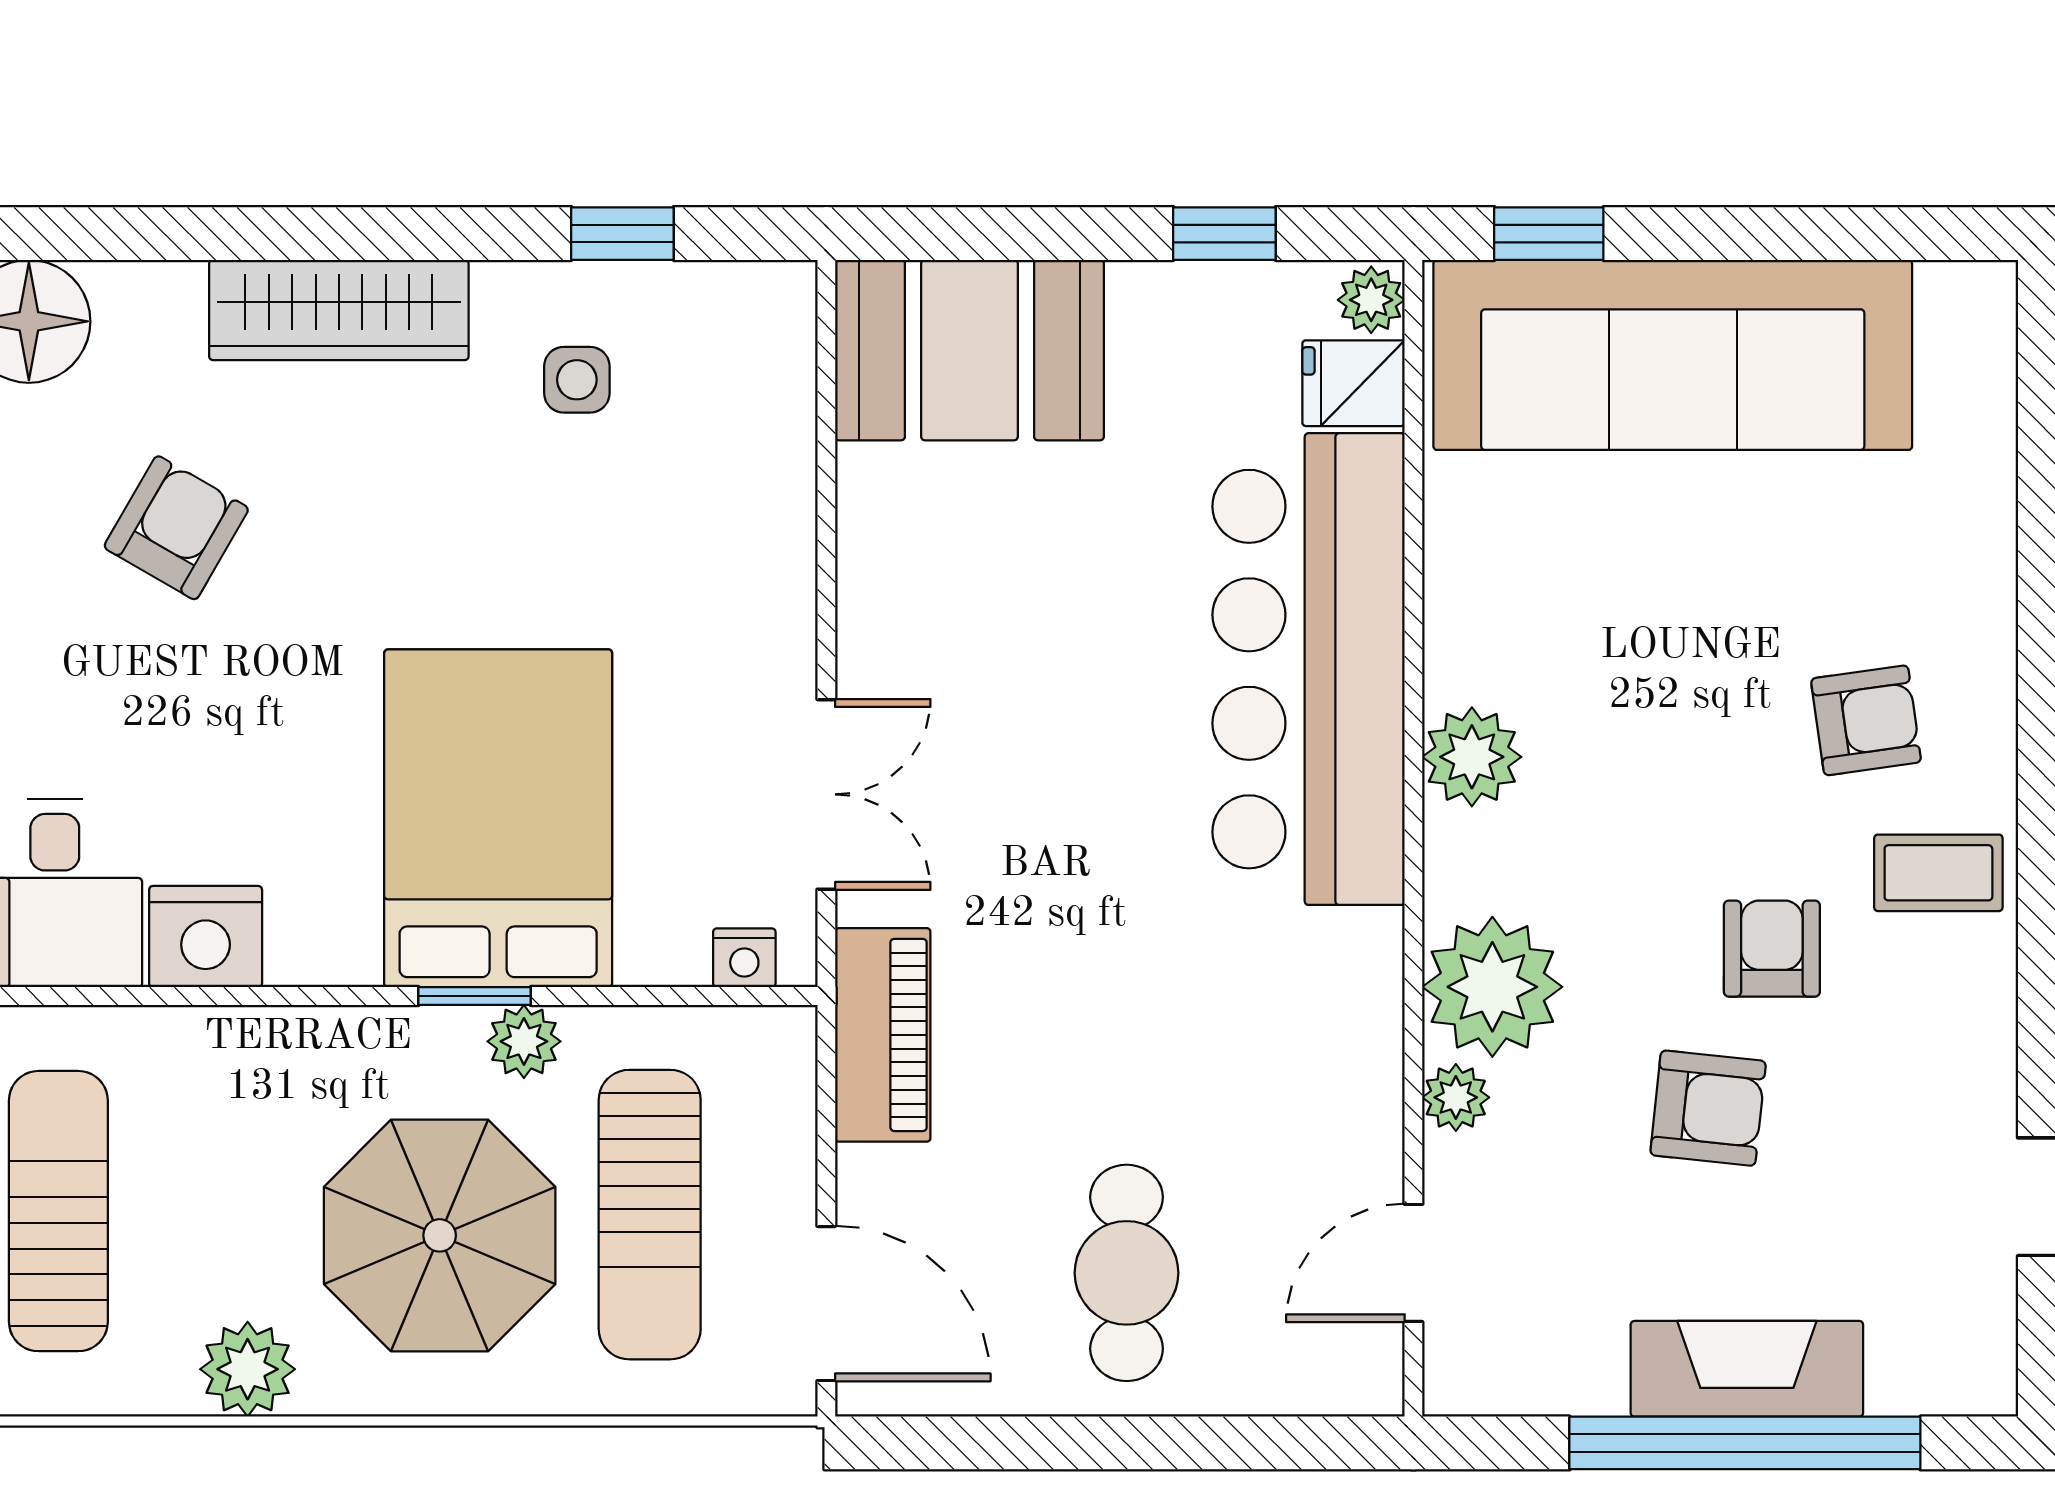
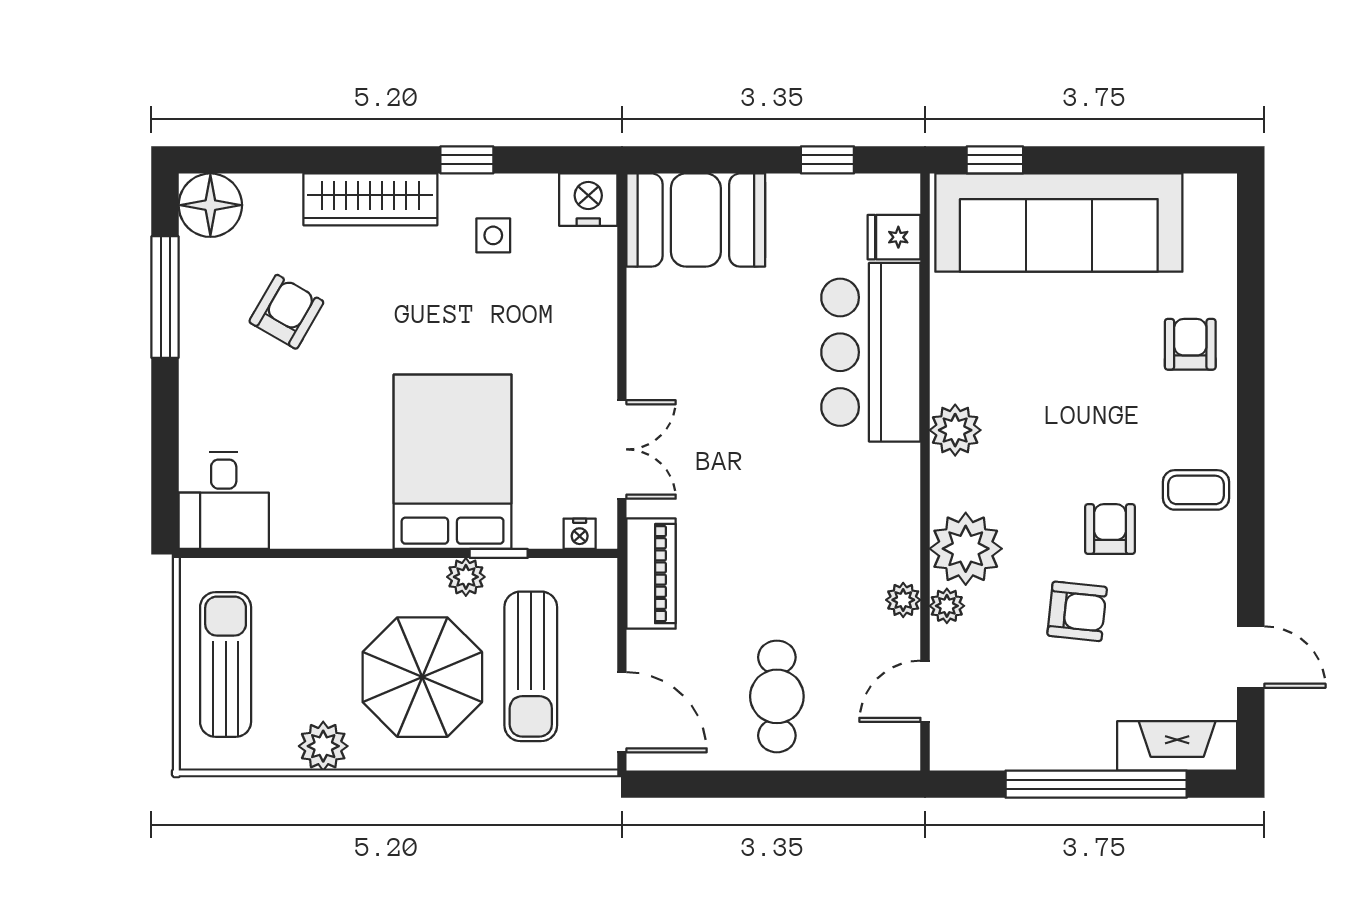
window: (622, 234) -> (467, 160), moved
plant: (1371, 300) -> (903, 600), moved
bar counter: (1309, 669) -> (871, 352), width x0.73
armchair: (1866, 720) -> (1190, 344), moved, turned -82
nightstand: (206, 937) -> (588, 200), moved, turned 180
window: (475, 996) -> (499, 553), moved
fireplace: (1747, 1369) -> (1177, 746), moved

